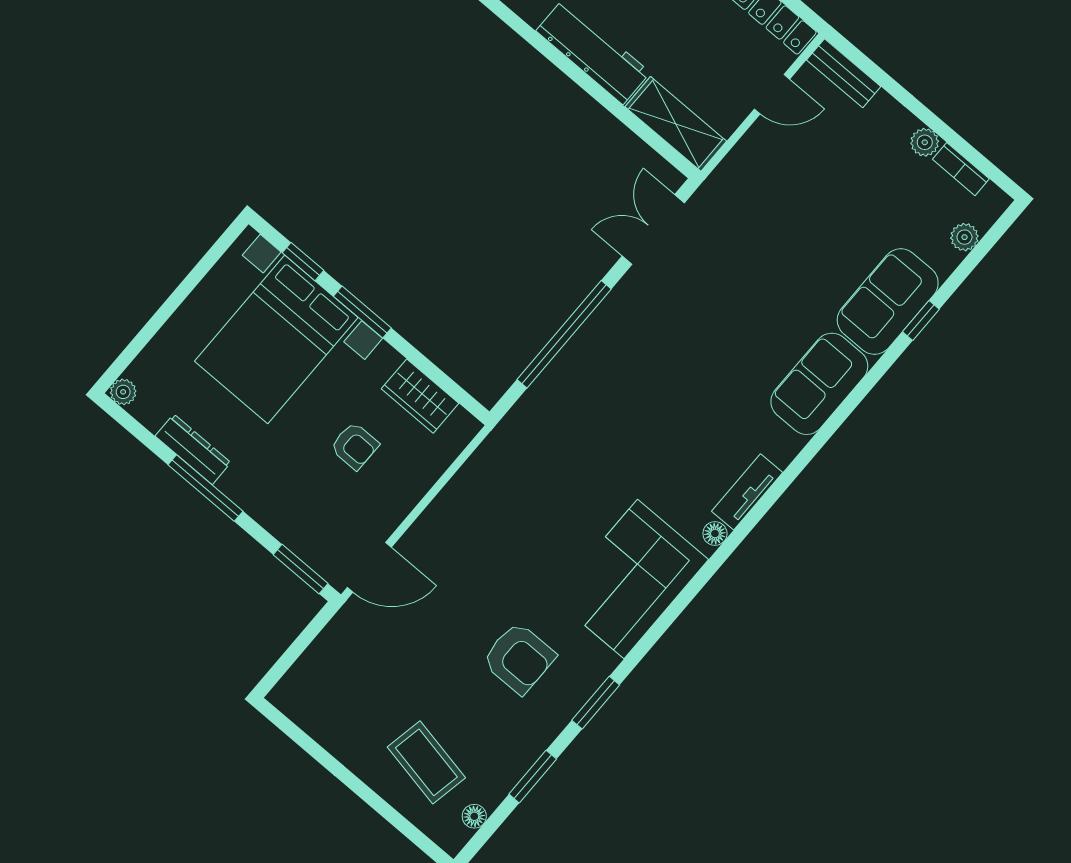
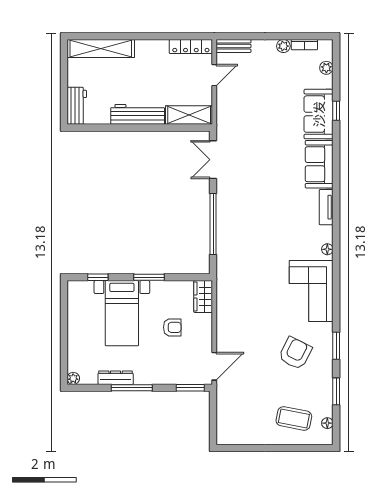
window: (362, 312) -> (149, 277), moved
bed with nightstands: (276, 339) -> (122, 313), width x0.73
wardrobe: (420, 396) -> (203, 296), moved, turned 90
tv unit: (747, 492) -> (326, 207), moved
armchair: (519, 658) -> (295, 353), turned -63

